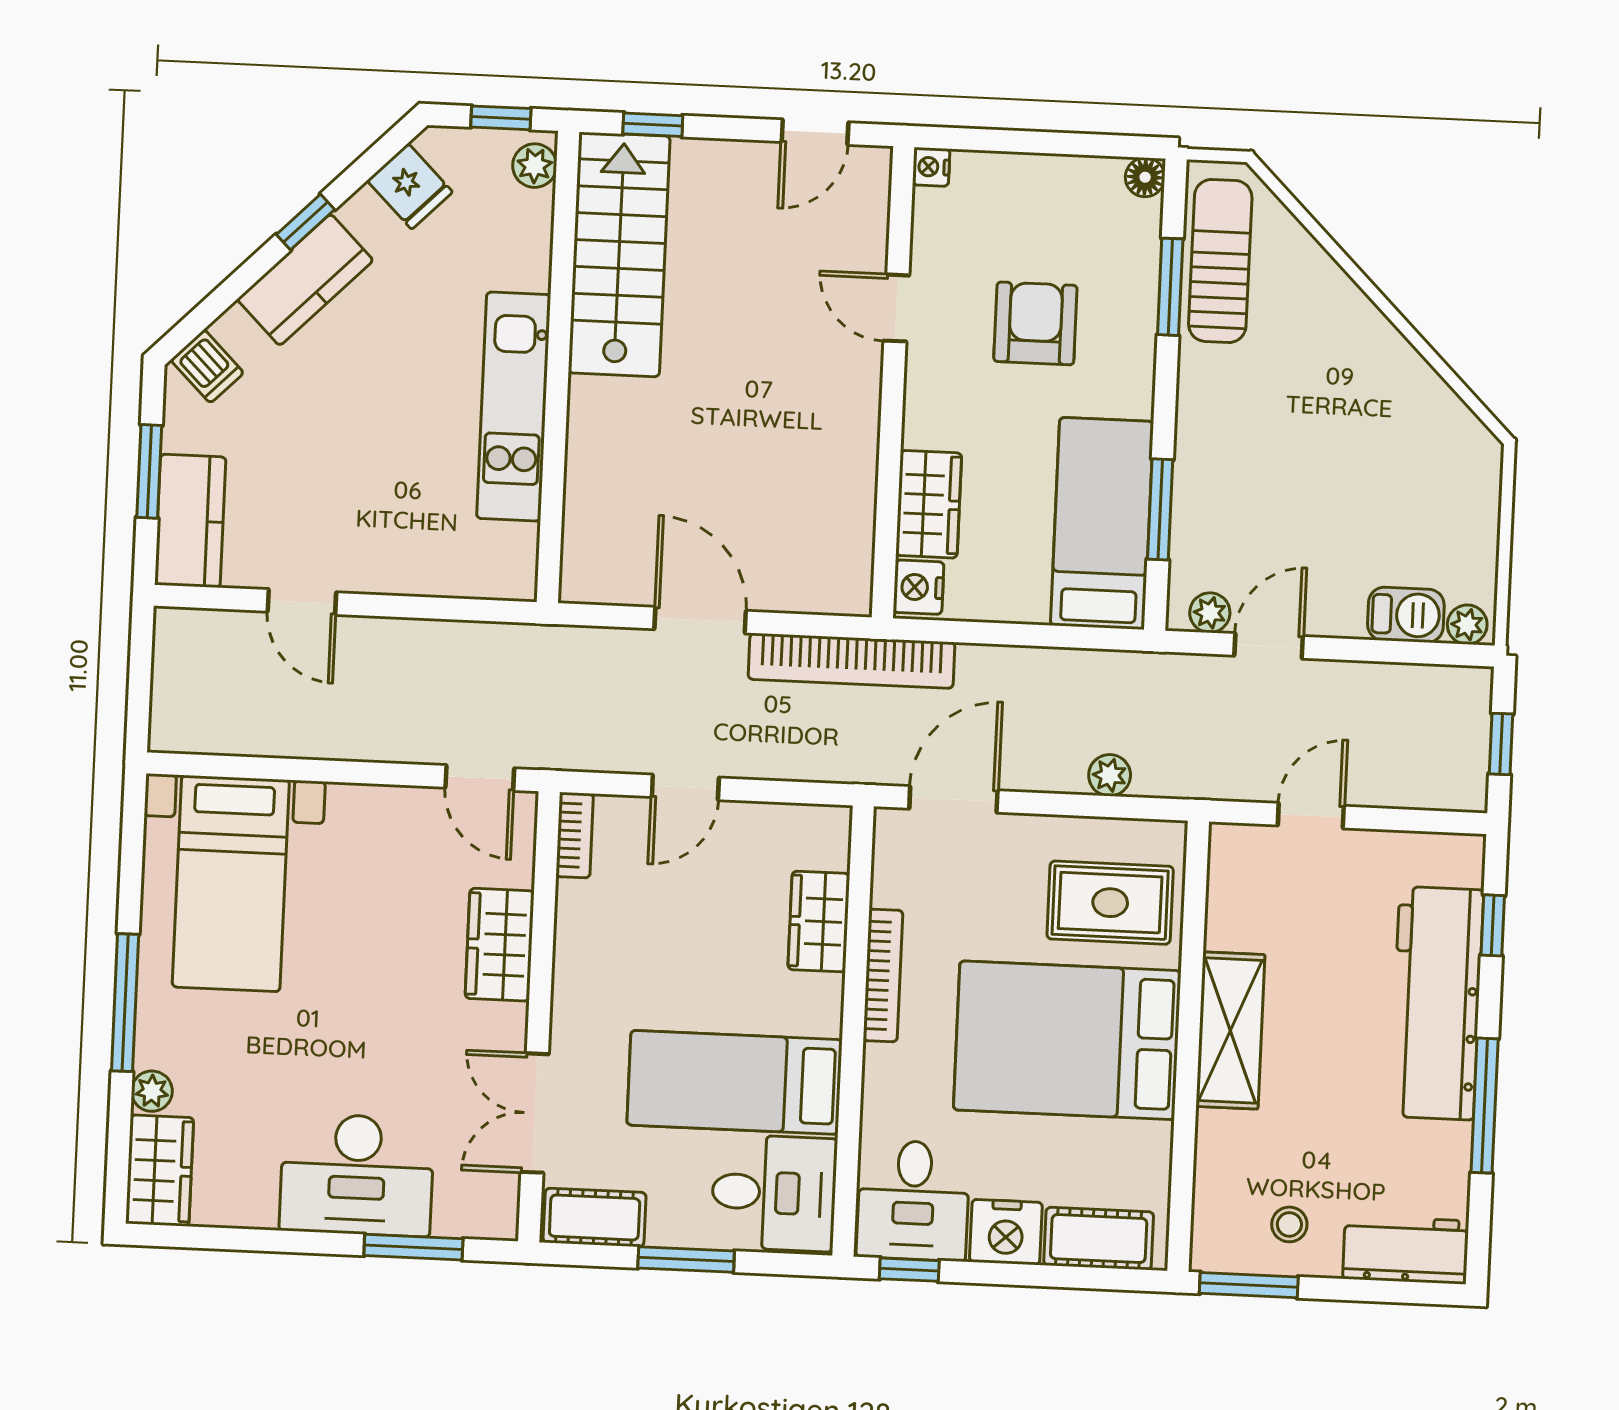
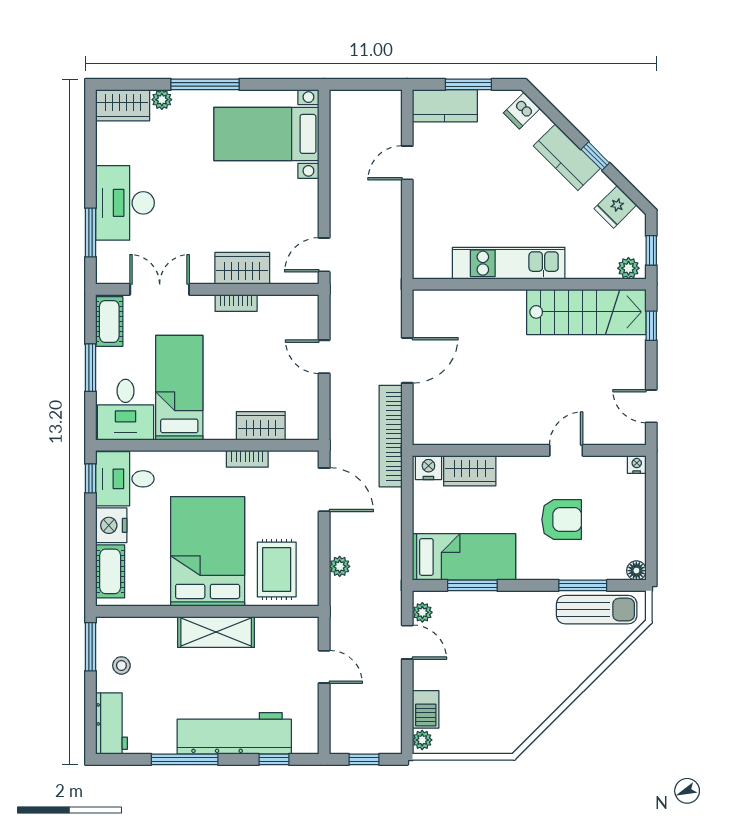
bookcase: (575, 835) -> (236, 303), moved
bookcase: (883, 975) -> (247, 459), width x0.64

